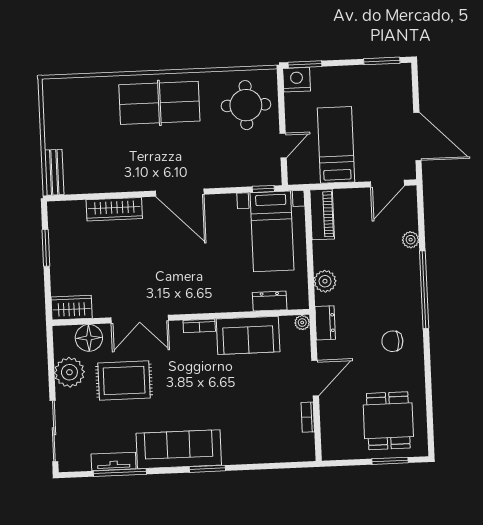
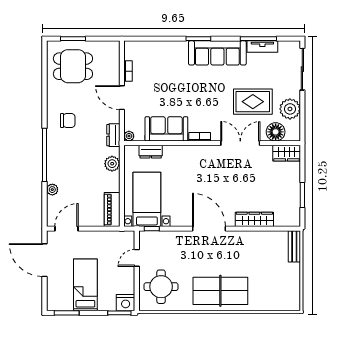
bed: (336, 145) -> (85, 285), moved, turned 180
door: (315, 378) -> (122, 98), hinge flipped
dining table: (388, 421) -> (73, 66), turned 90

